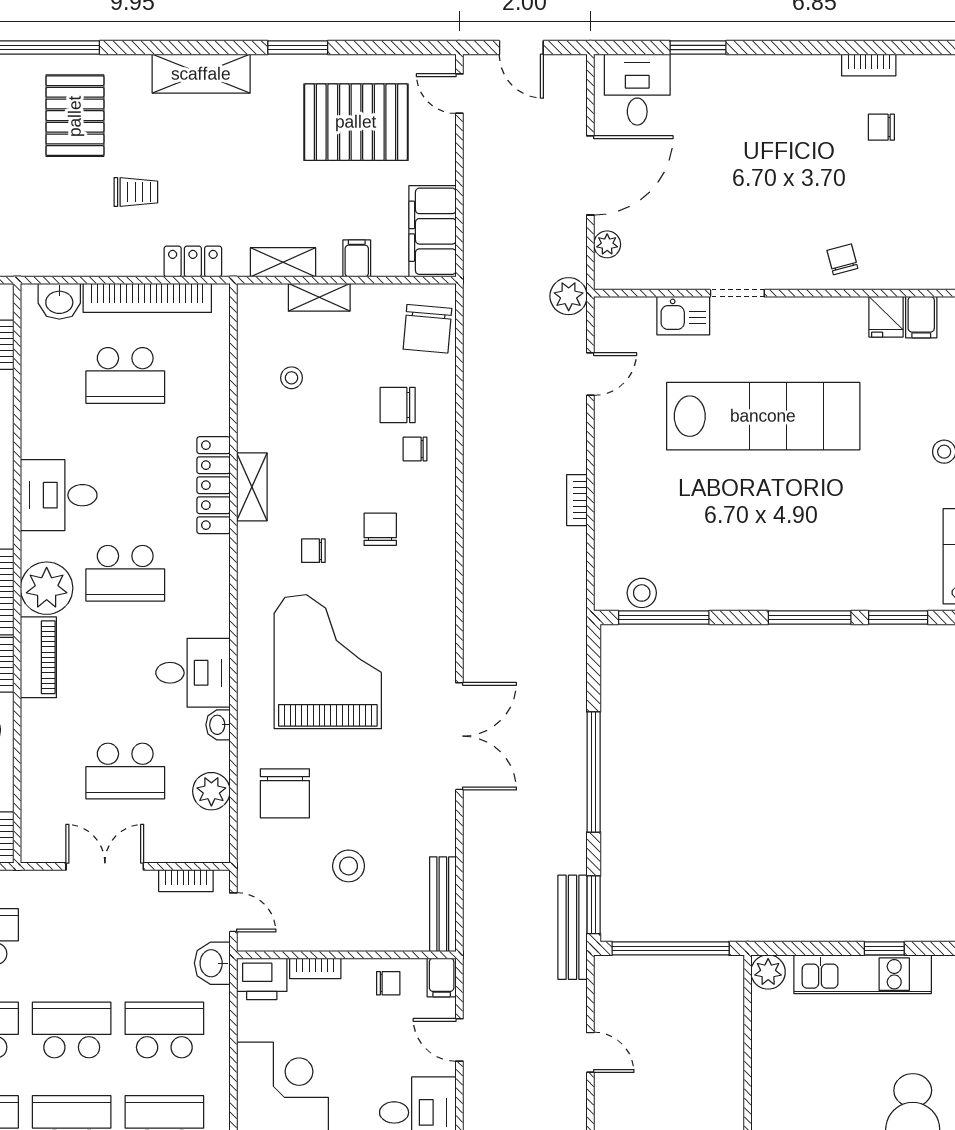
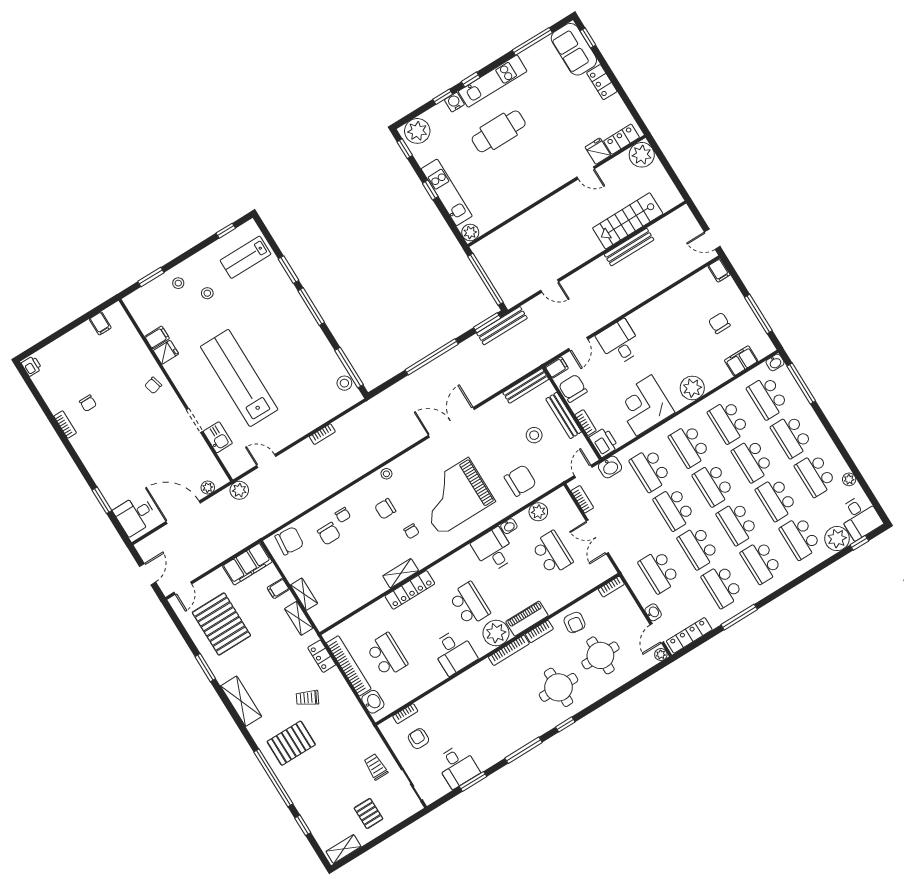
trolley: (136, 192) -> (307, 698), turned -63
stool: (292, 378) -> (386, 474), moved
bench: (351, 938) -> (564, 415), added
chair: (388, 983) -> (573, 388), width x1.87, depth x1.87
door: (590, 1052) -> (550, 286), swing flipped

